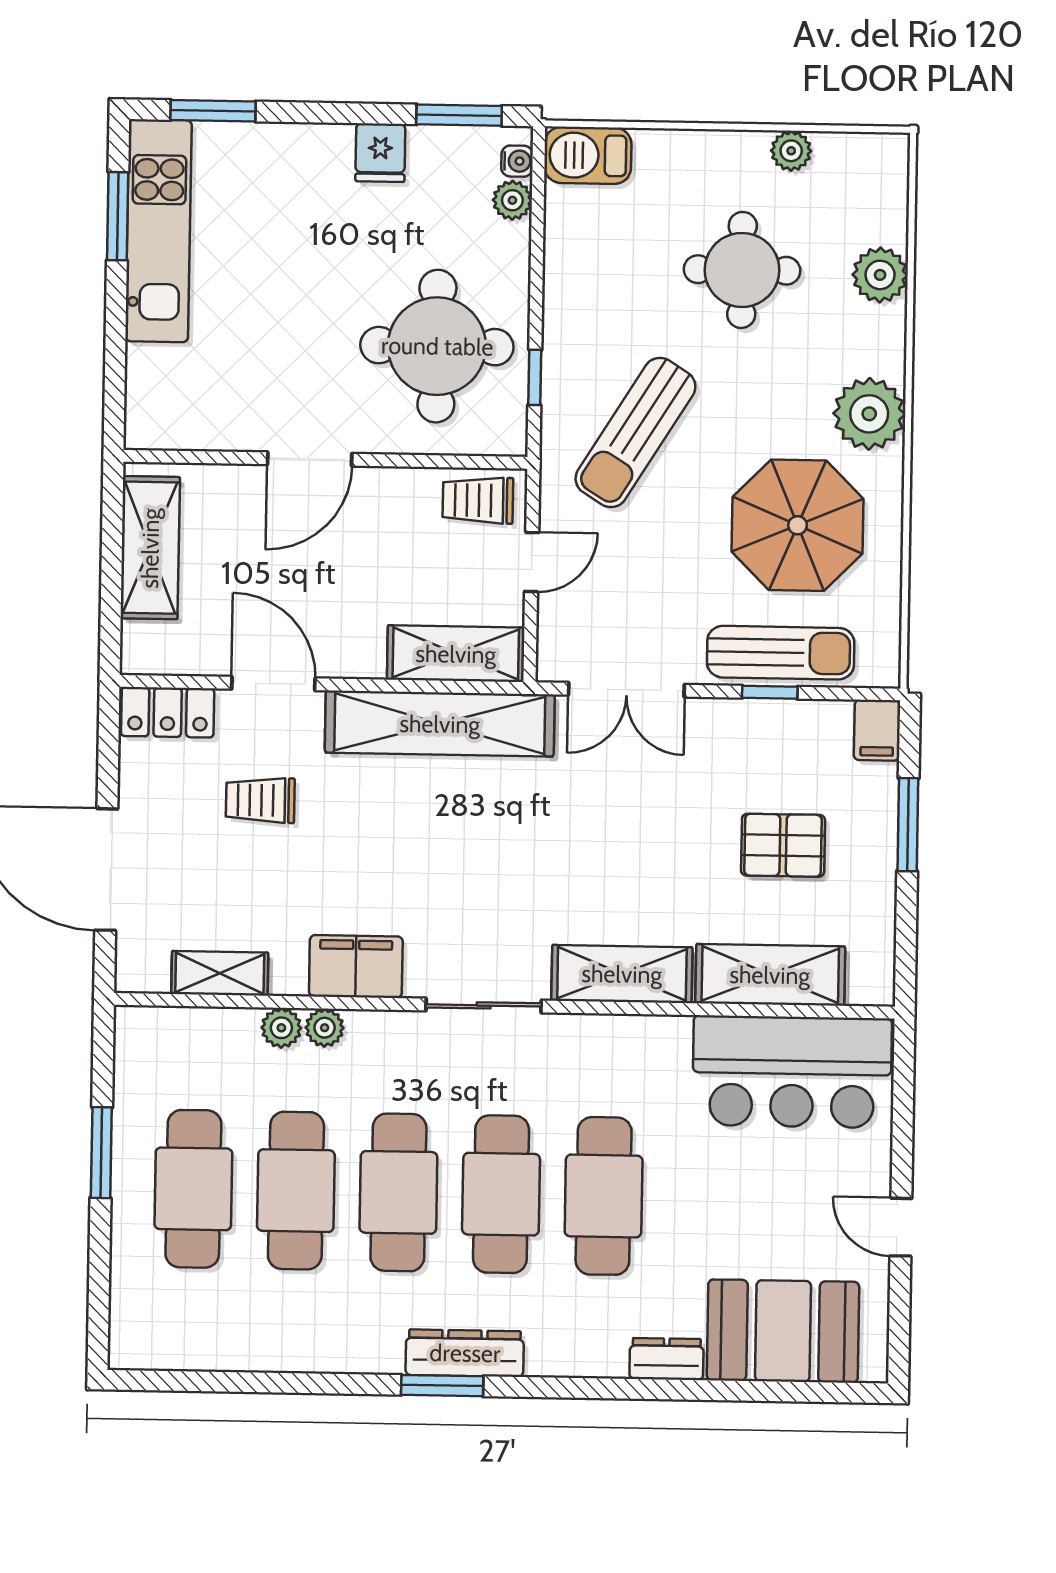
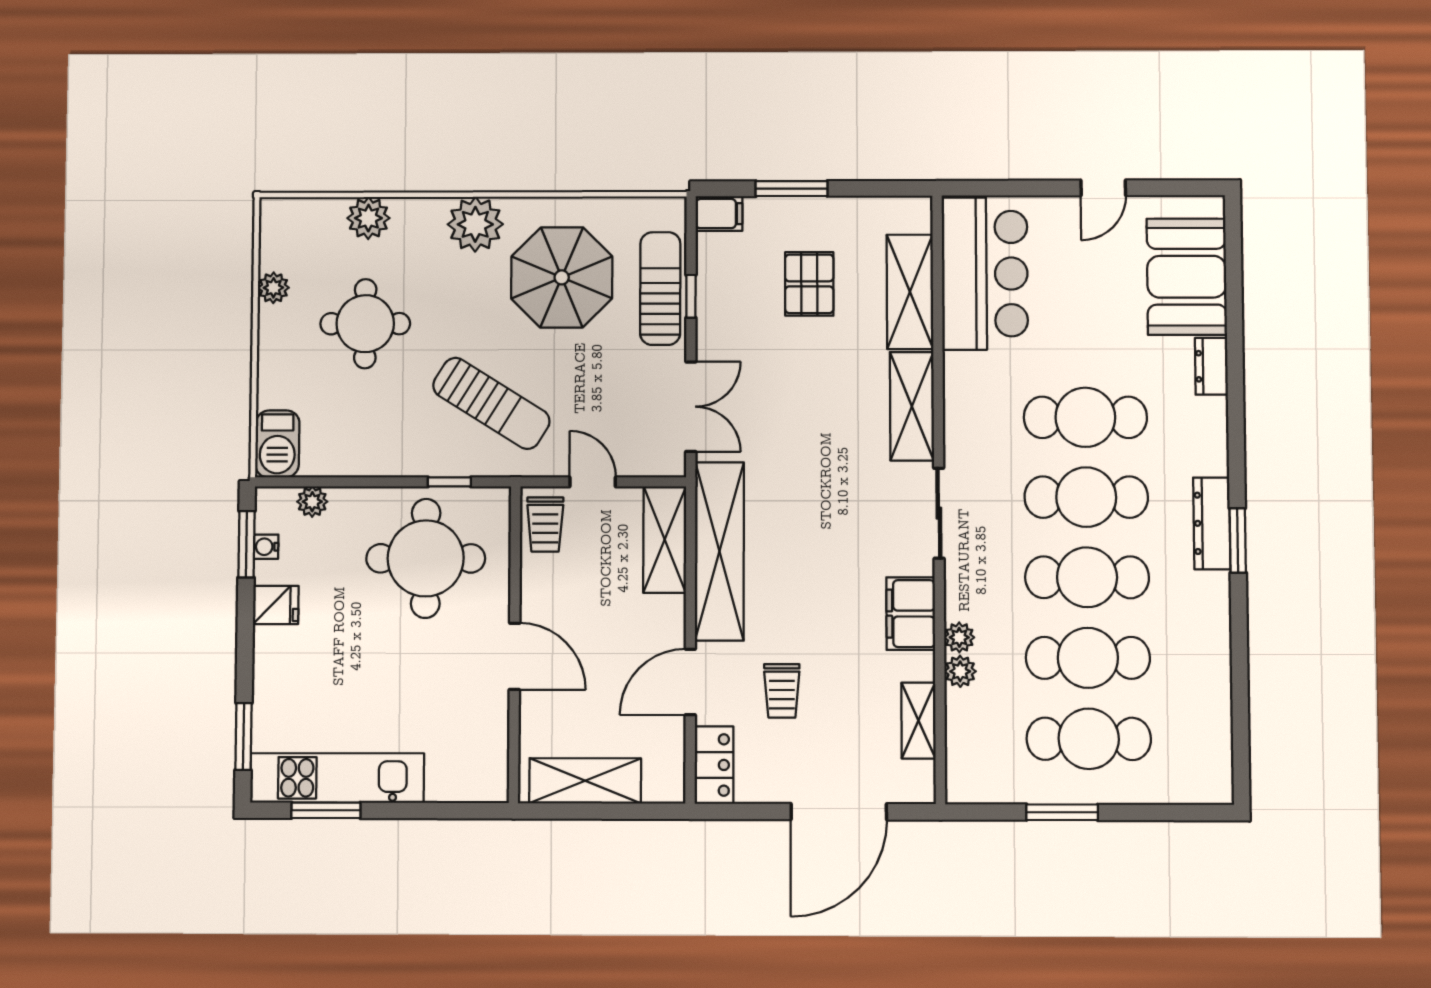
water cooler: (517, 161) -> (266, 547), moved, turned -90

